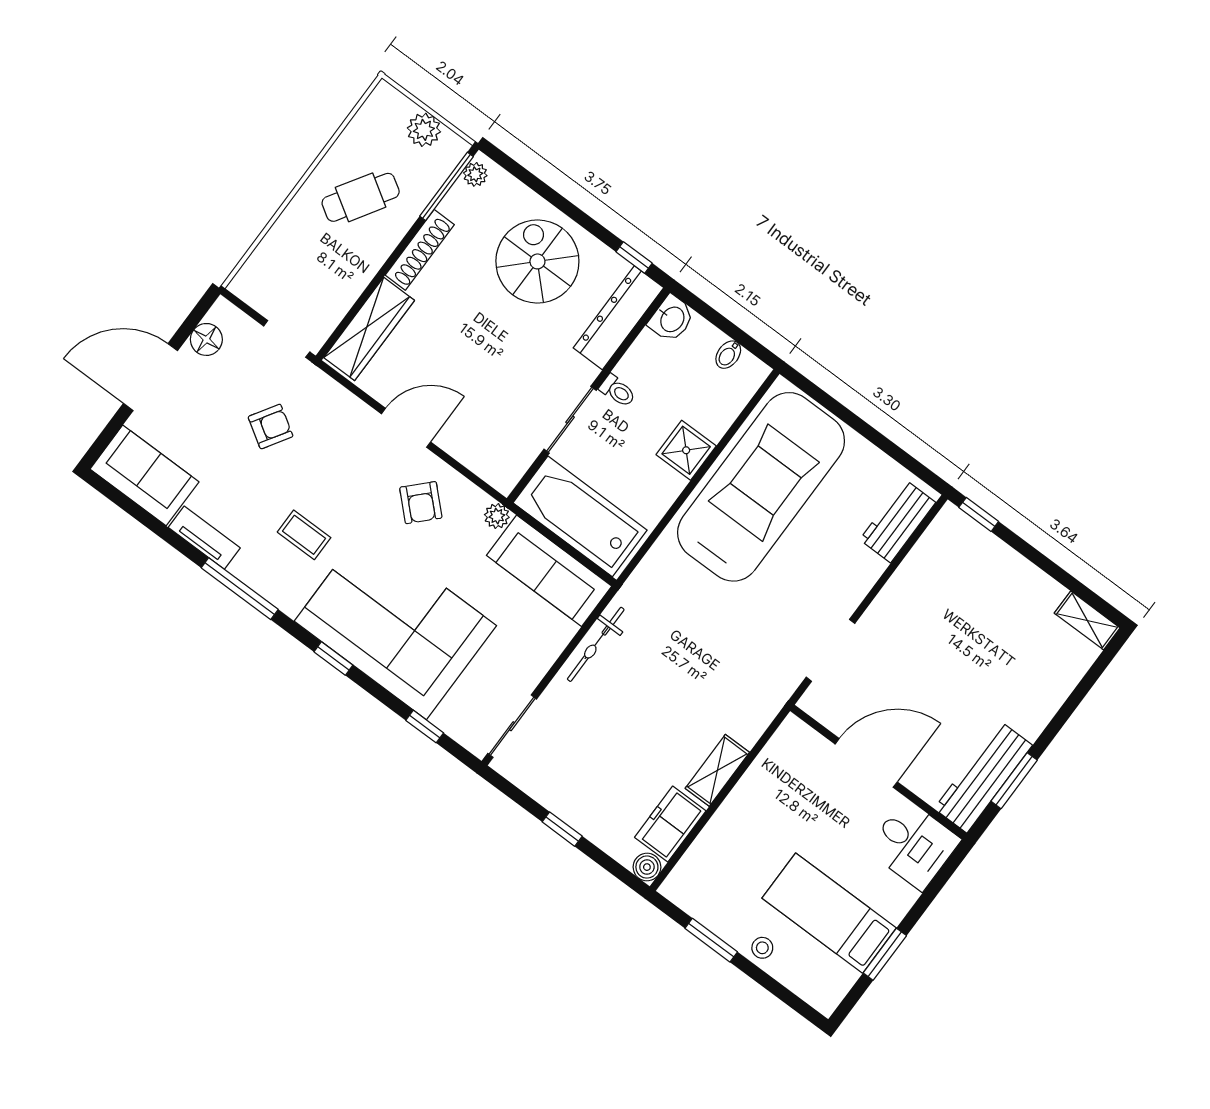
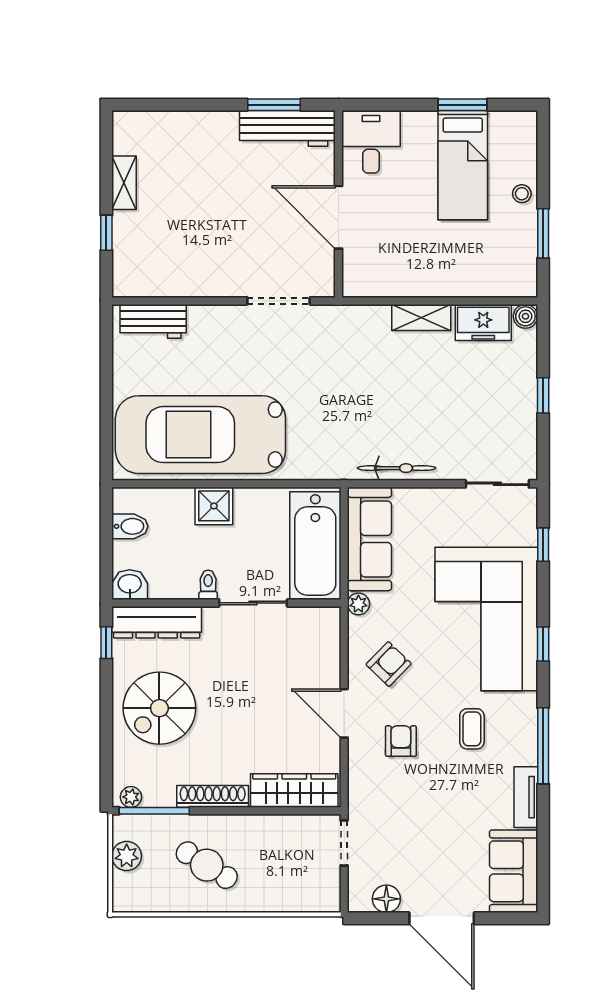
bidet: (728, 355) -> (130, 526), width x1.38, depth x1.36
armchair: (271, 427) -> (401, 741), moved, turned 58
window: (979, 514) -> (106, 233), moved
shelving: (1087, 620) -> (124, 183), moved

